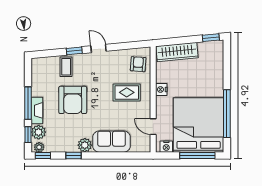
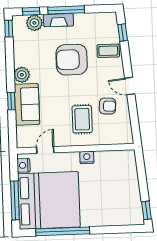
door: (99, 49) -> (130, 86), swing flipped
window: (74, 51) -> (123, 32), moved
wardrobe: (177, 52) -> (129, 173), removed
armchair: (138, 64) -> (108, 106), moved
plant: (39, 147) -> (18, 24), removed
window: (74, 155) -> (11, 101), moved

